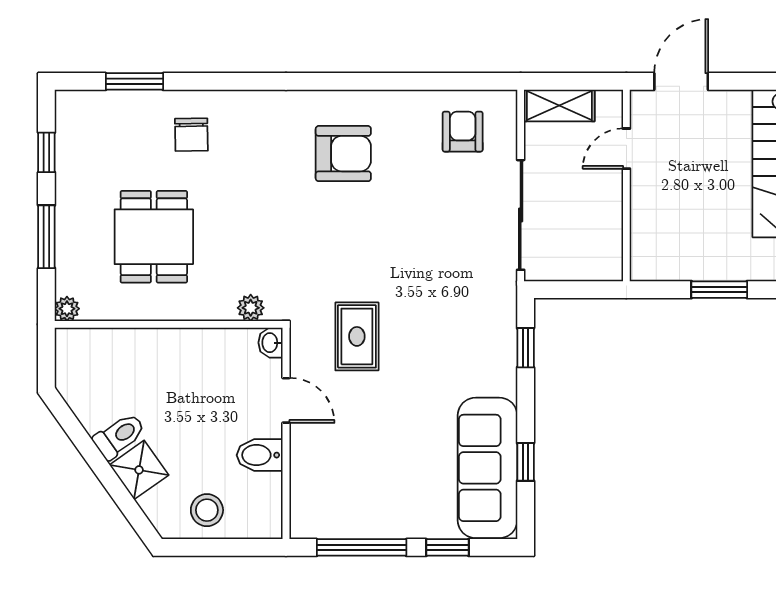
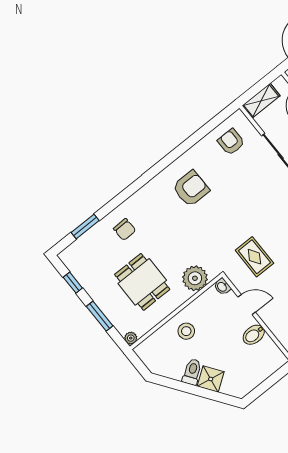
plant: (251, 308) -> (195, 278), width x1.88, depth x1.88
stool: (207, 510) -> (186, 331), moved

